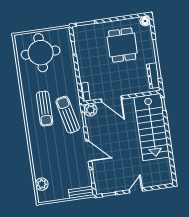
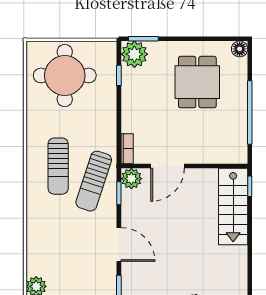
plant: (81, 34) -> (134, 54), added
dresser: (153, 76) -> (240, 138), removed
door: (111, 99) -> (168, 166), hinge flipped
sun lounger: (68, 115) -> (94, 181), turned -149
stairs: (152, 127) -> (233, 207), width x0.73, depth x0.66

